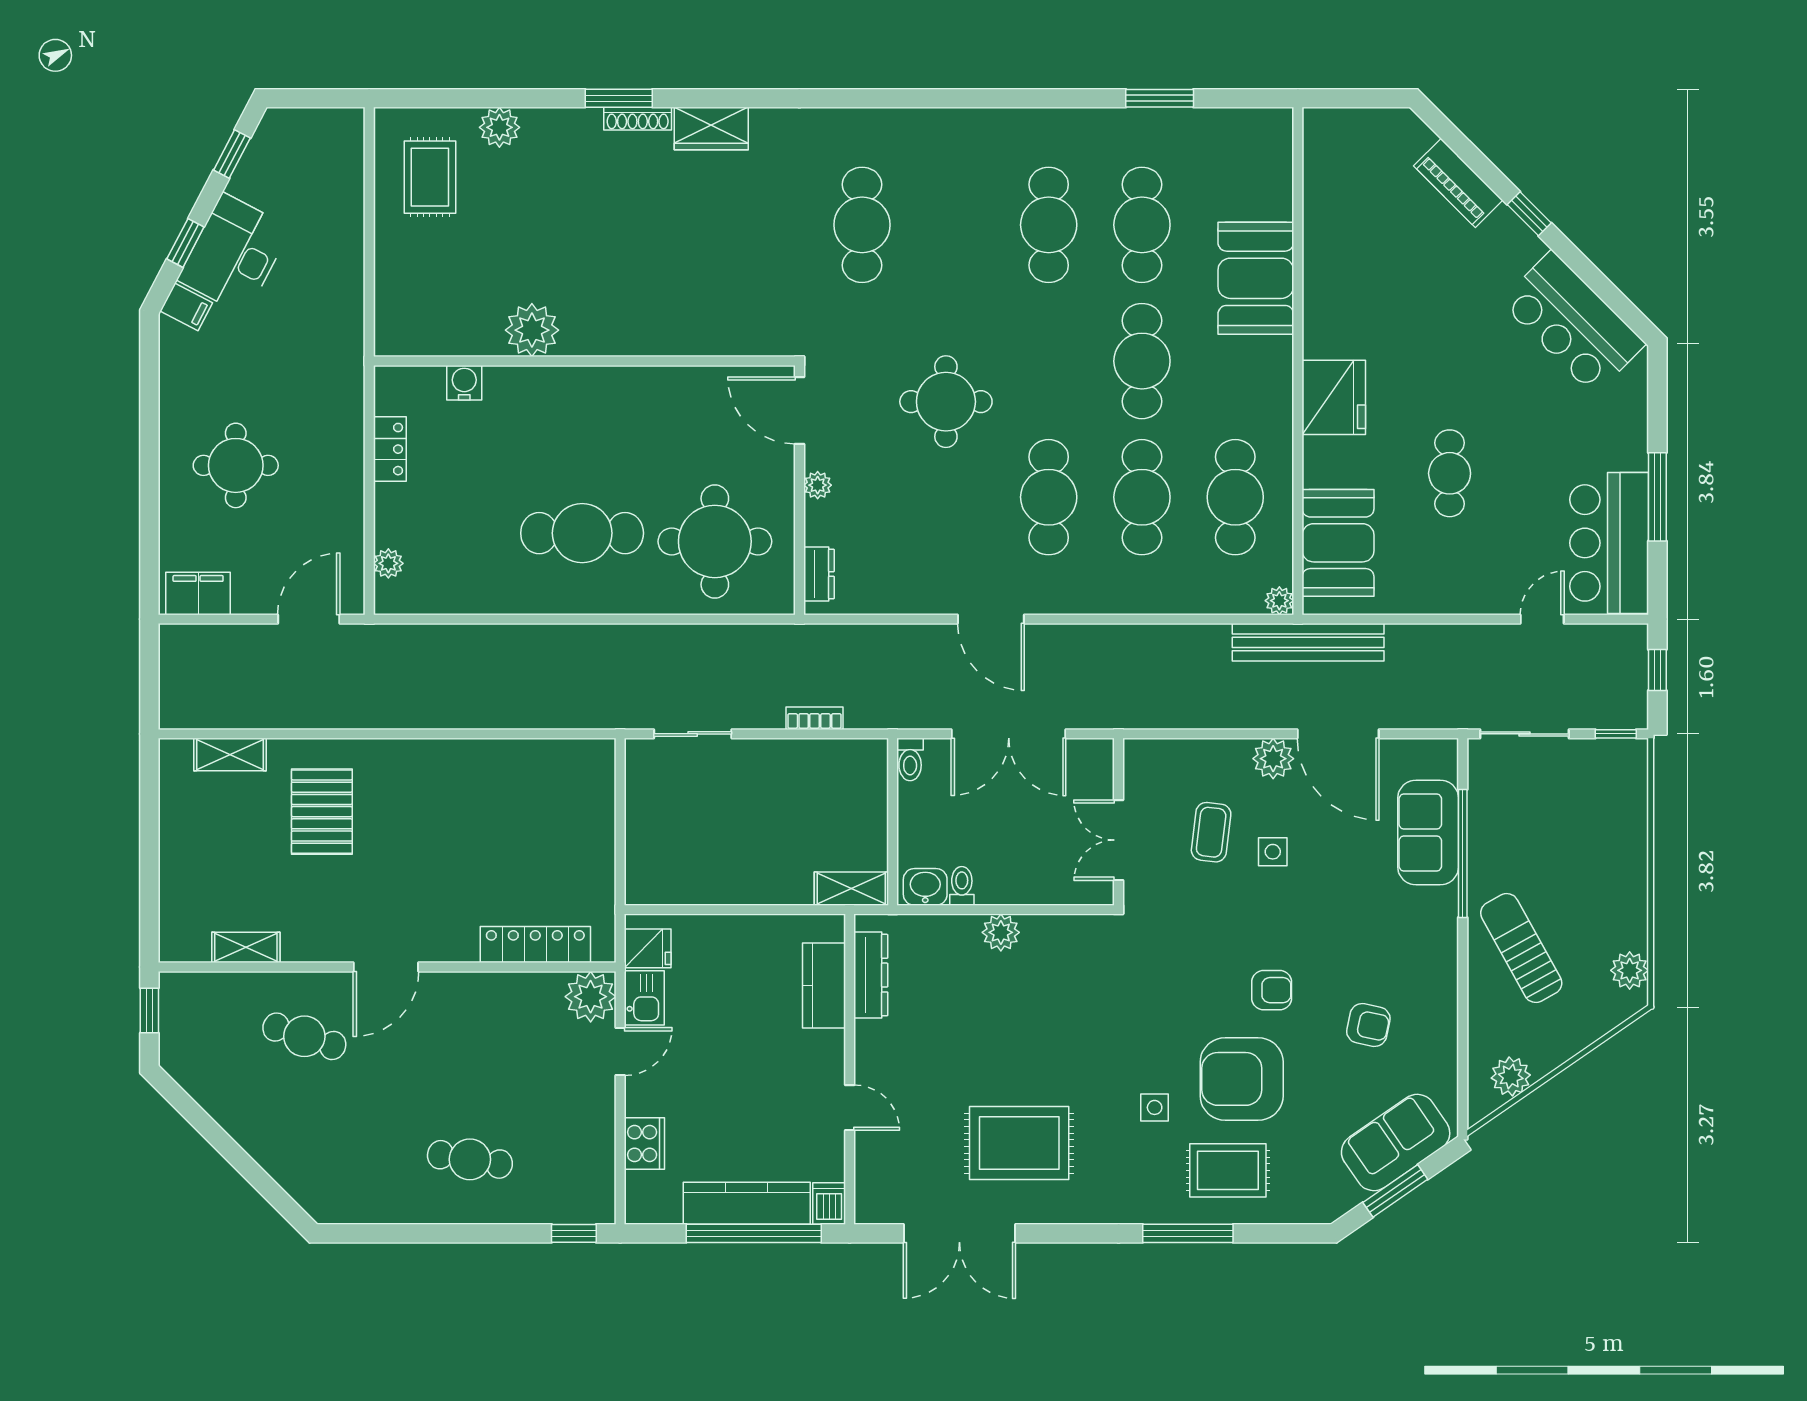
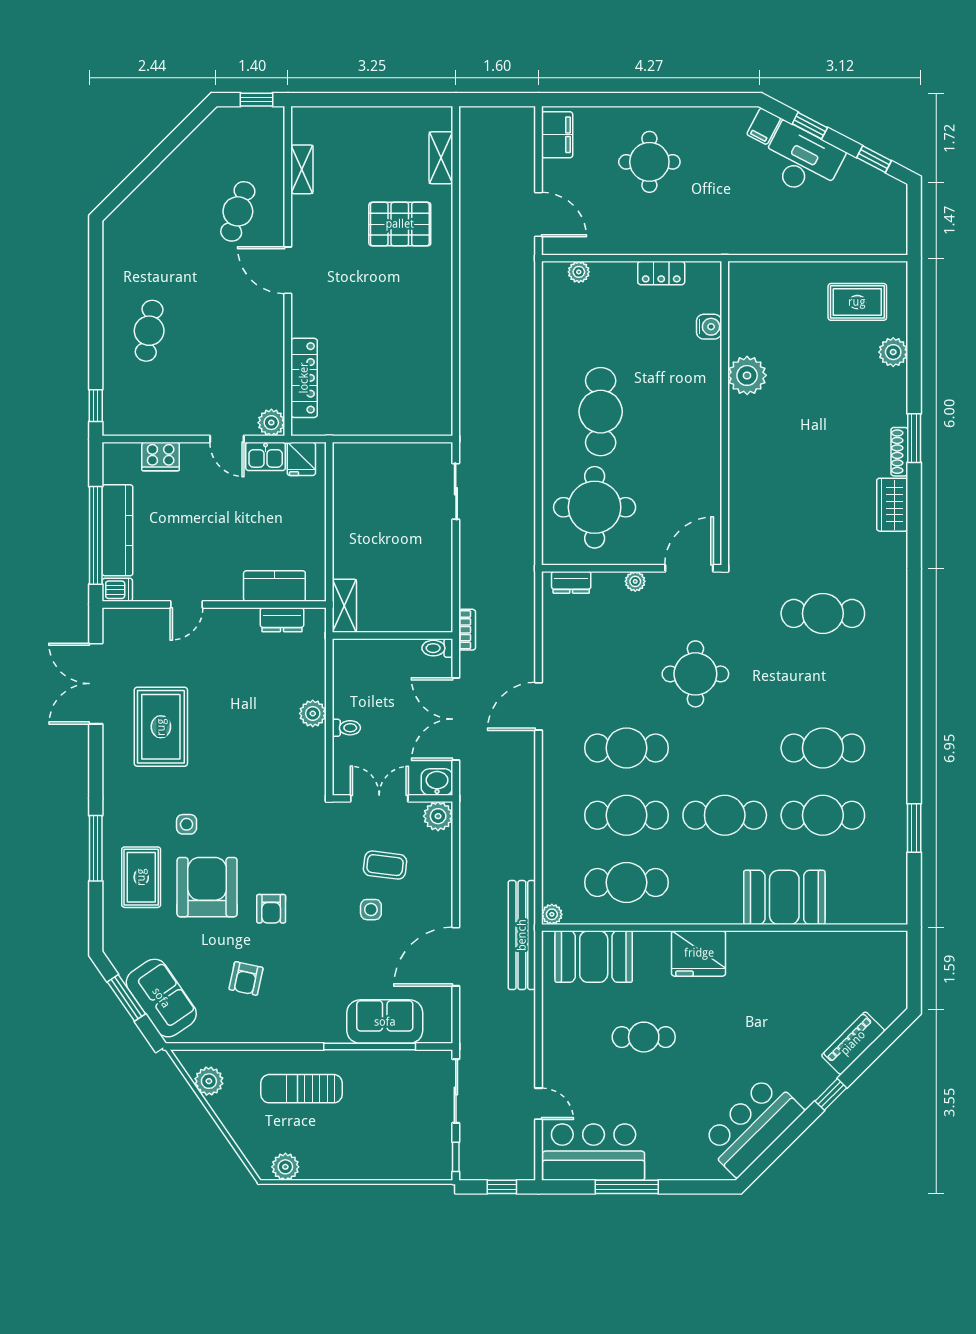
bookcase: (815, 718) -> (467, 630), moved
plant: (1273, 759) -> (438, 816), moved
toilet: (962, 886) -> (346, 728), moved
washbasin: (925, 887) -> (437, 782), moved, turned -90
sun lounger: (1521, 948) -> (301, 1089), turned -151
dresser: (871, 975) -> (282, 620), width x0.70
plant: (591, 997) -> (271, 423), width x0.73, depth x0.73

